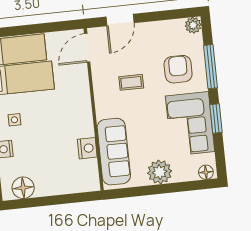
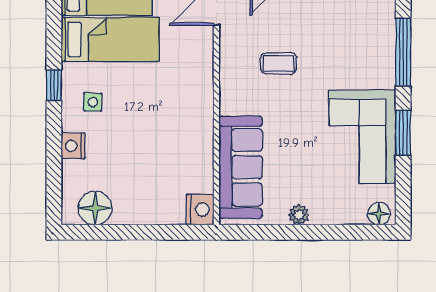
armchair: (178, 69) -> (353, 51), removed
nightstand: (87, 148) -> (200, 210), moved
plant: (160, 172) -> (299, 215), width x0.53, depth x0.53

